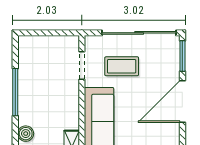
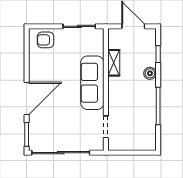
coffee table: (122, 66) -> (74, 126), removed

